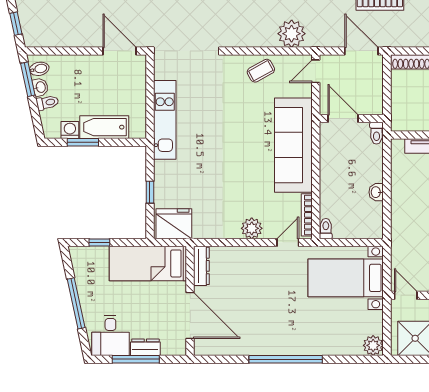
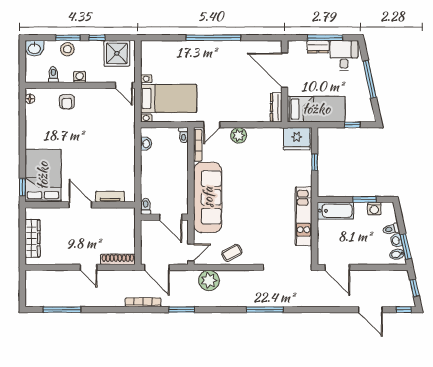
bathtub: (104, 127) -> (335, 211), moved
washbasin: (376, 192) -> (146, 144), moved
plant: (373, 345) -> (148, 48), removed

